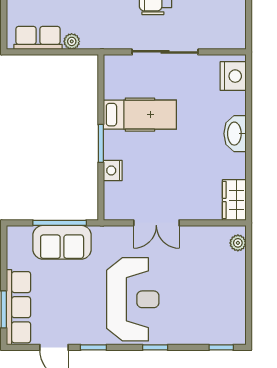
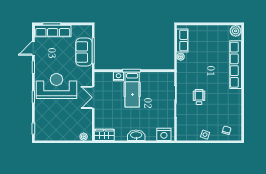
hospital bed: (140, 115) -> (132, 89), moved
reception desk: (133, 299) -> (56, 86), turned 180

